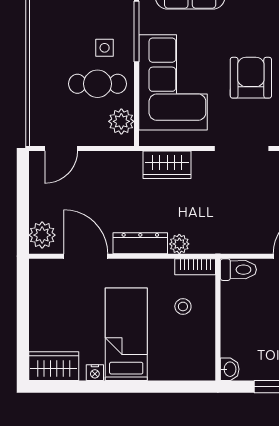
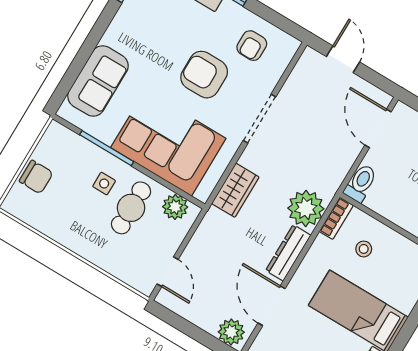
plant: (179, 244) -> (306, 208), width x1.88, depth x1.88
door: (86, 256) -> (271, 306), hinge flipped

